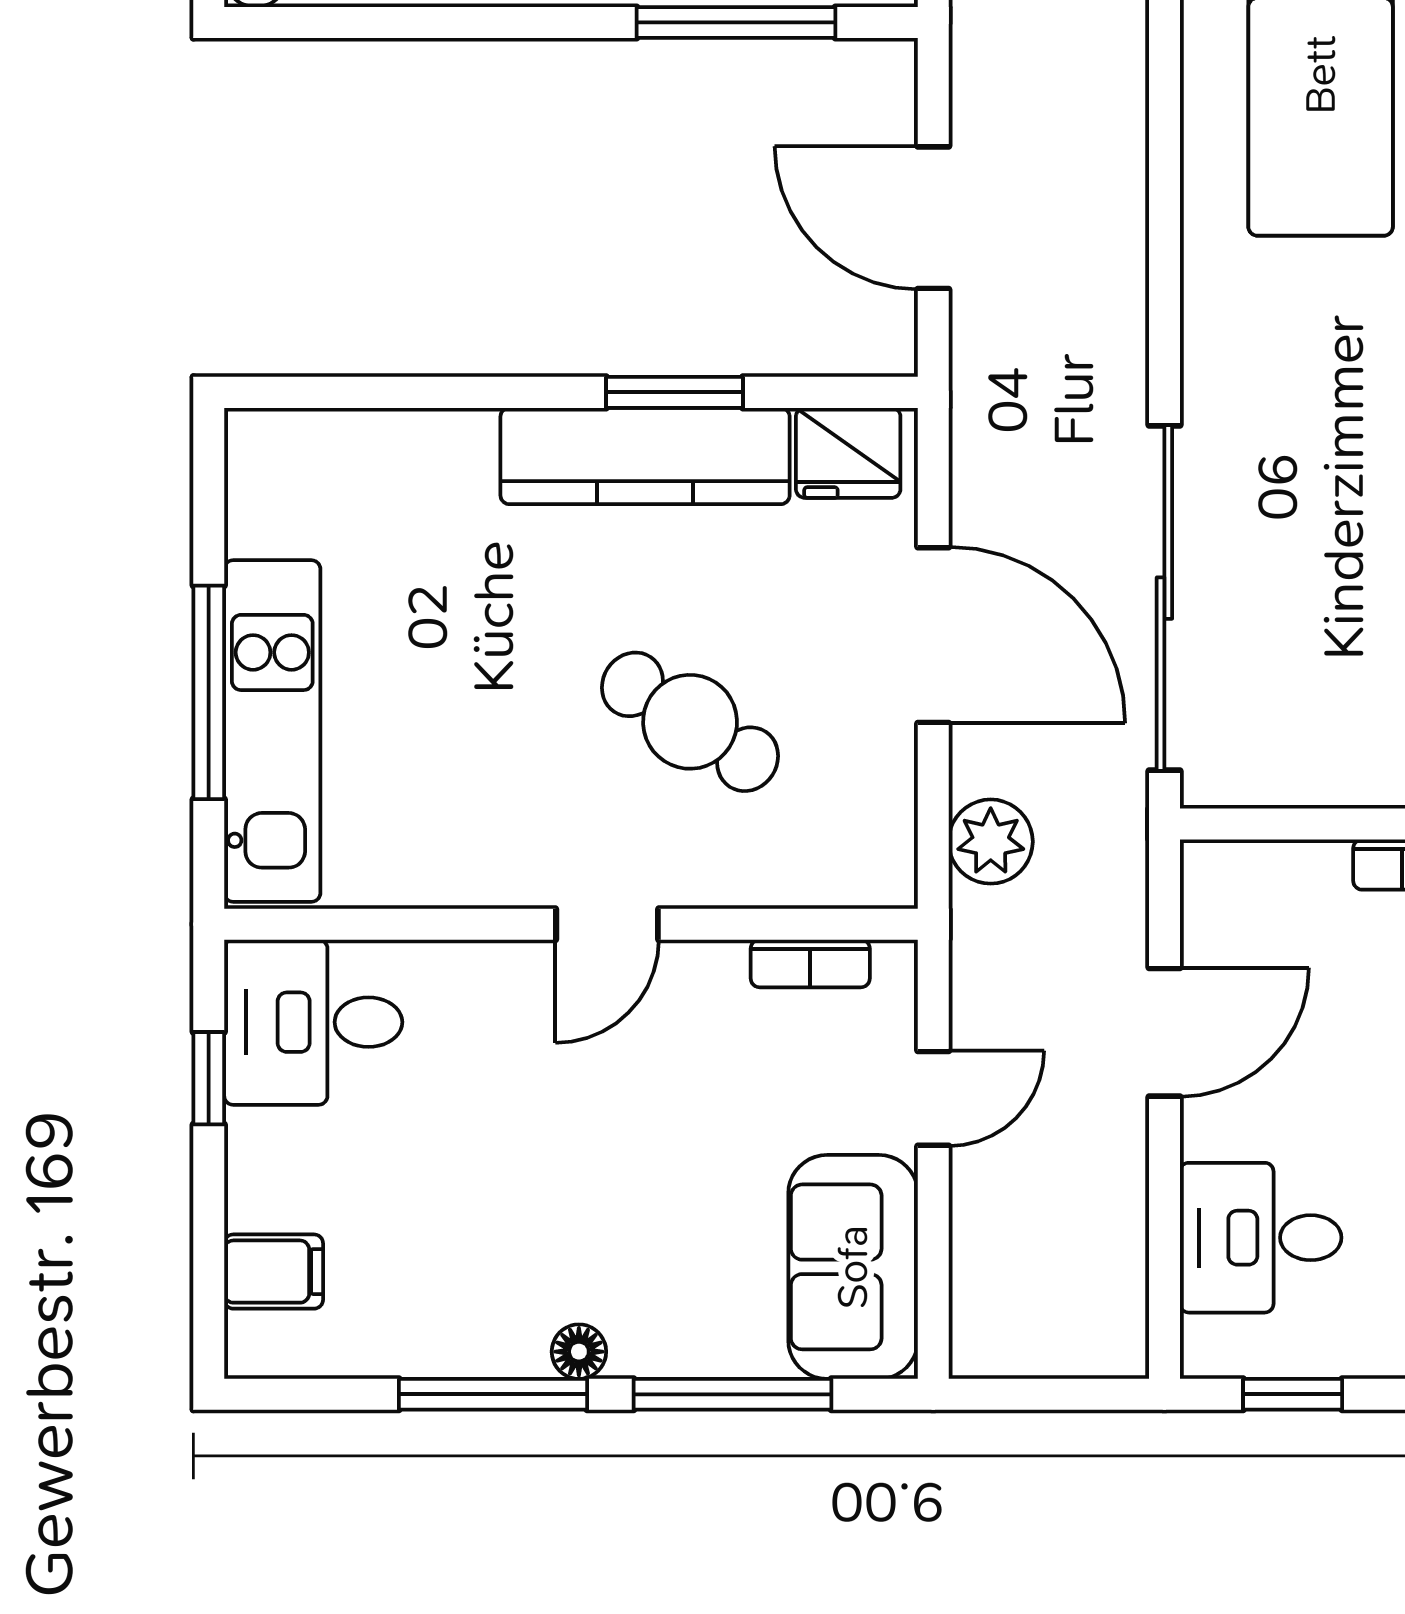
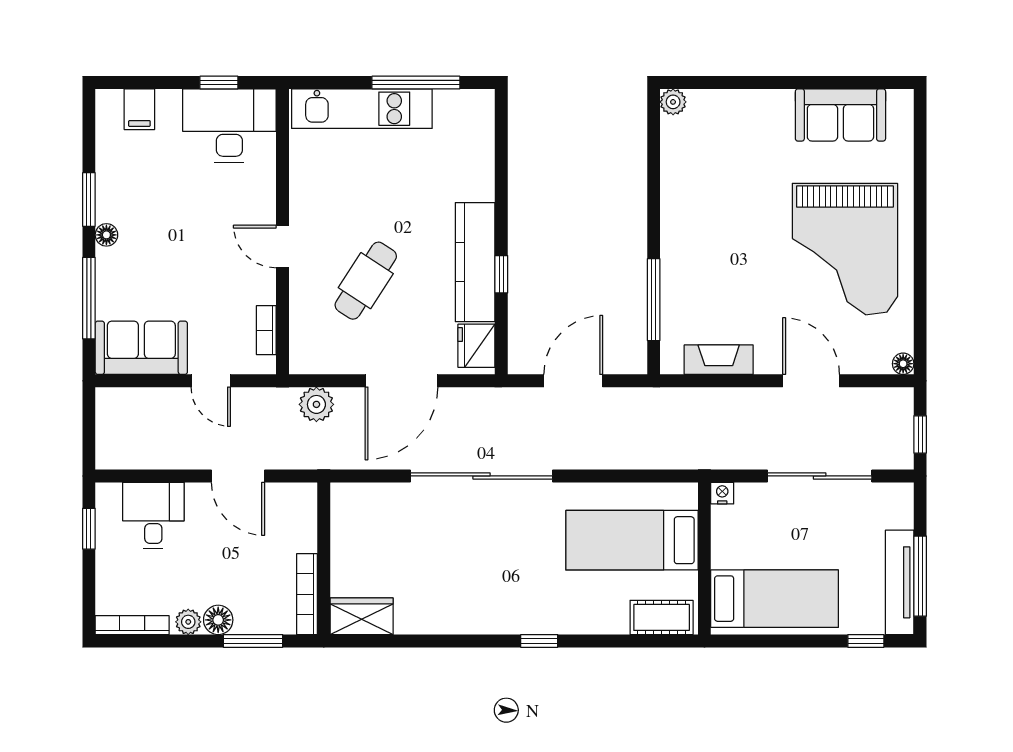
window: (675, 392) -> (501, 274), width x0.67
sliding door: (1164, 598) -> (482, 476), moved
window: (209, 692) -> (416, 83), moved
desk: (313, 1022) -> (229, 126), width x1.37
window: (493, 1394) -> (89, 200), width x0.69

